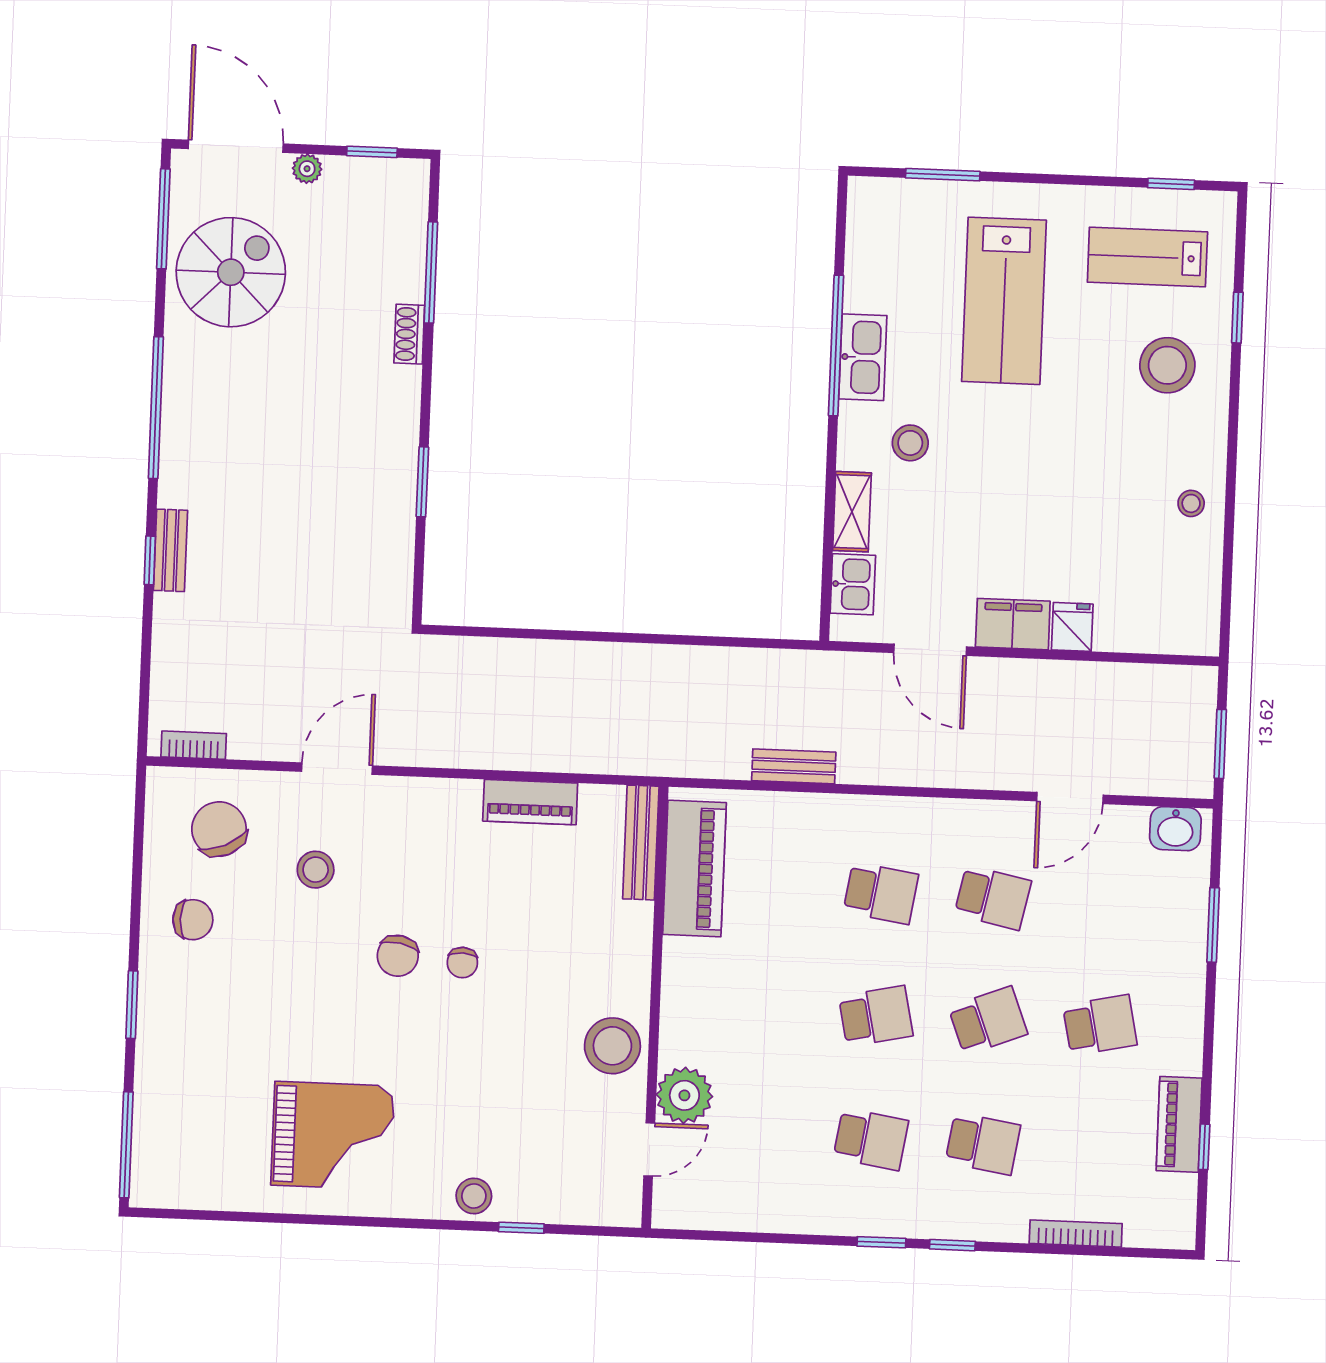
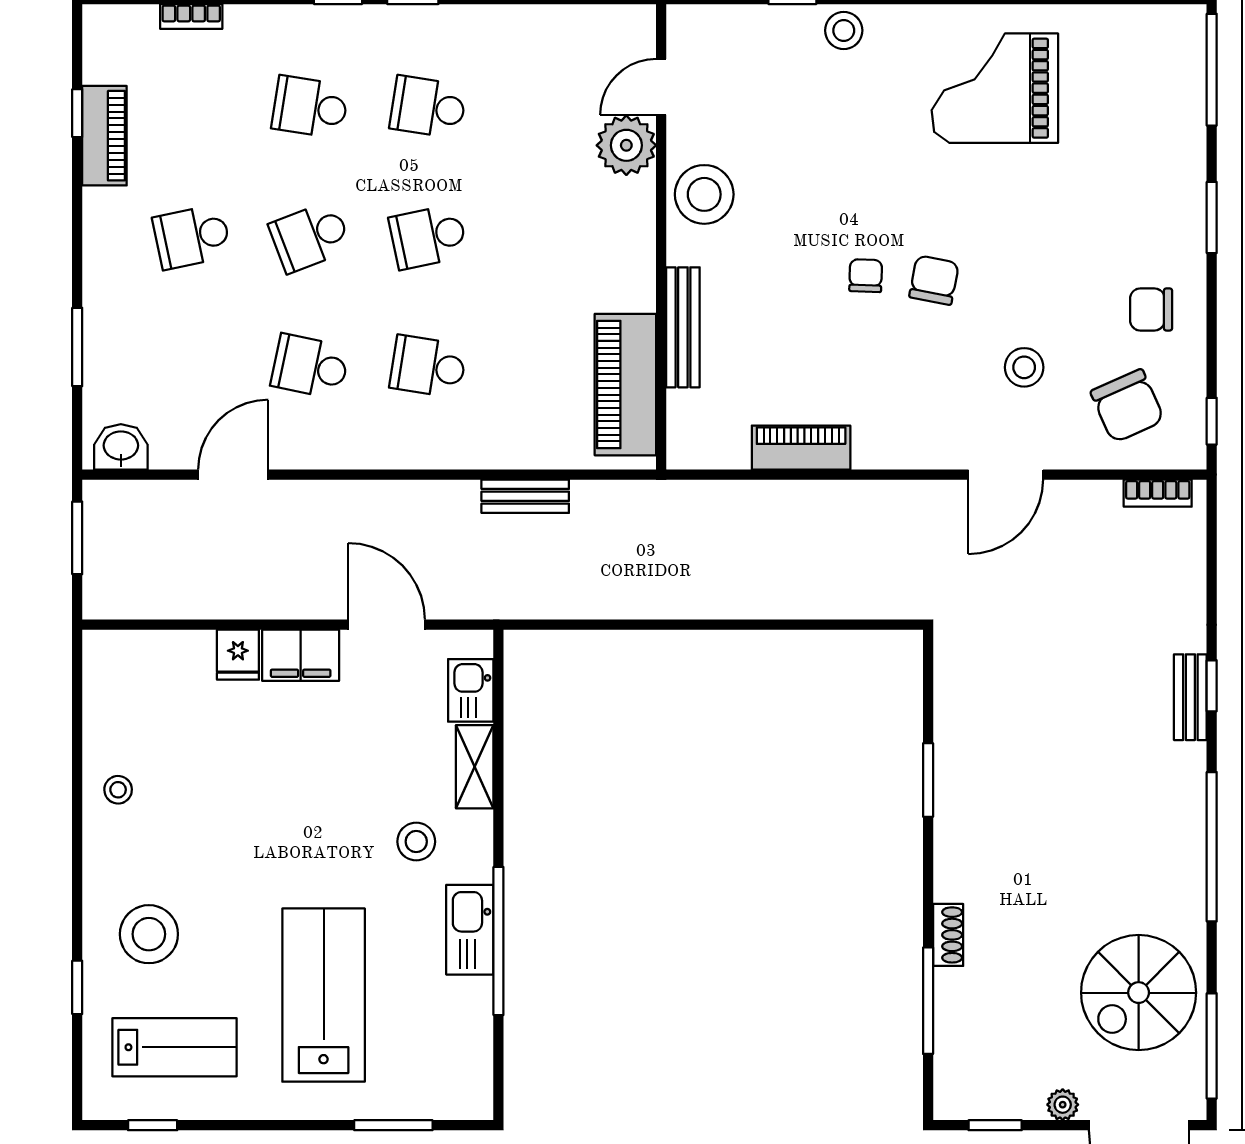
window: (140, 811) -> (1212, 421), added
bench: (641, 843) -> (683, 327), moved
bookcase: (1076, 1233) -> (191, 16), width x0.64

